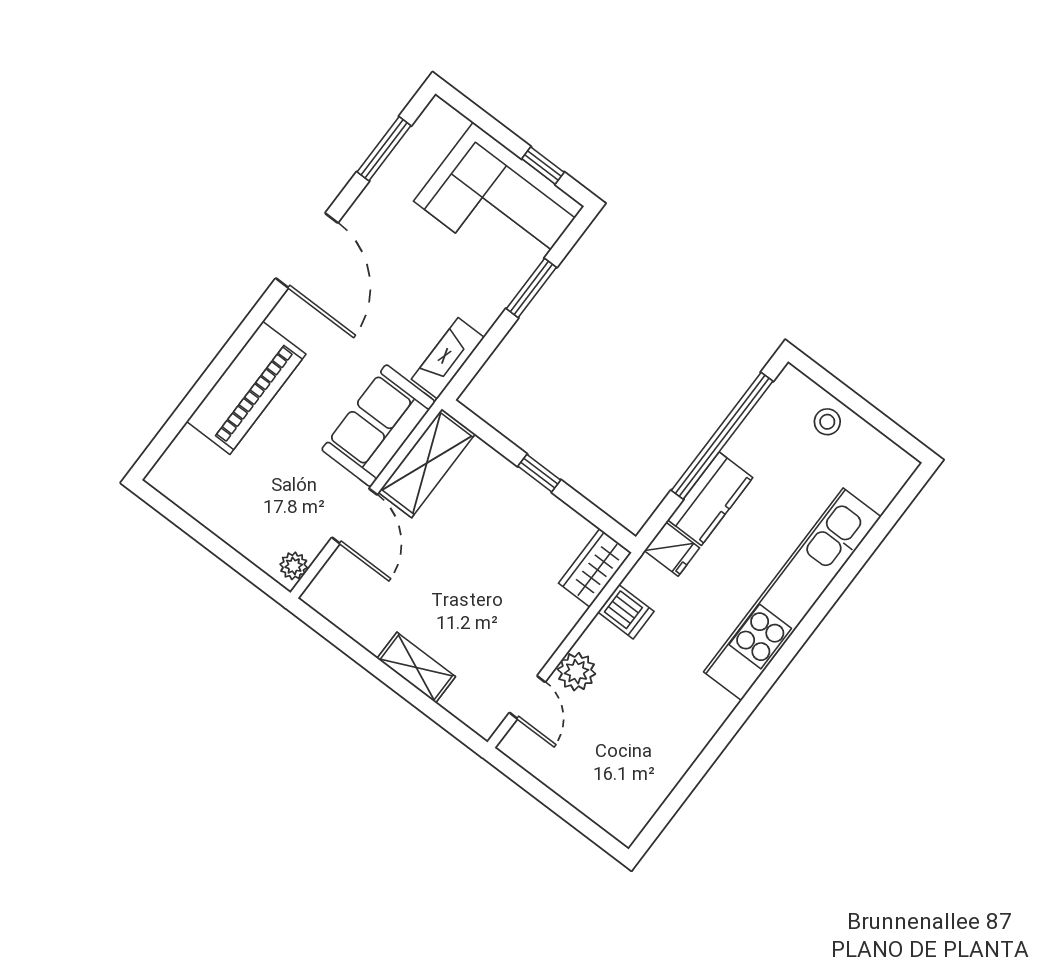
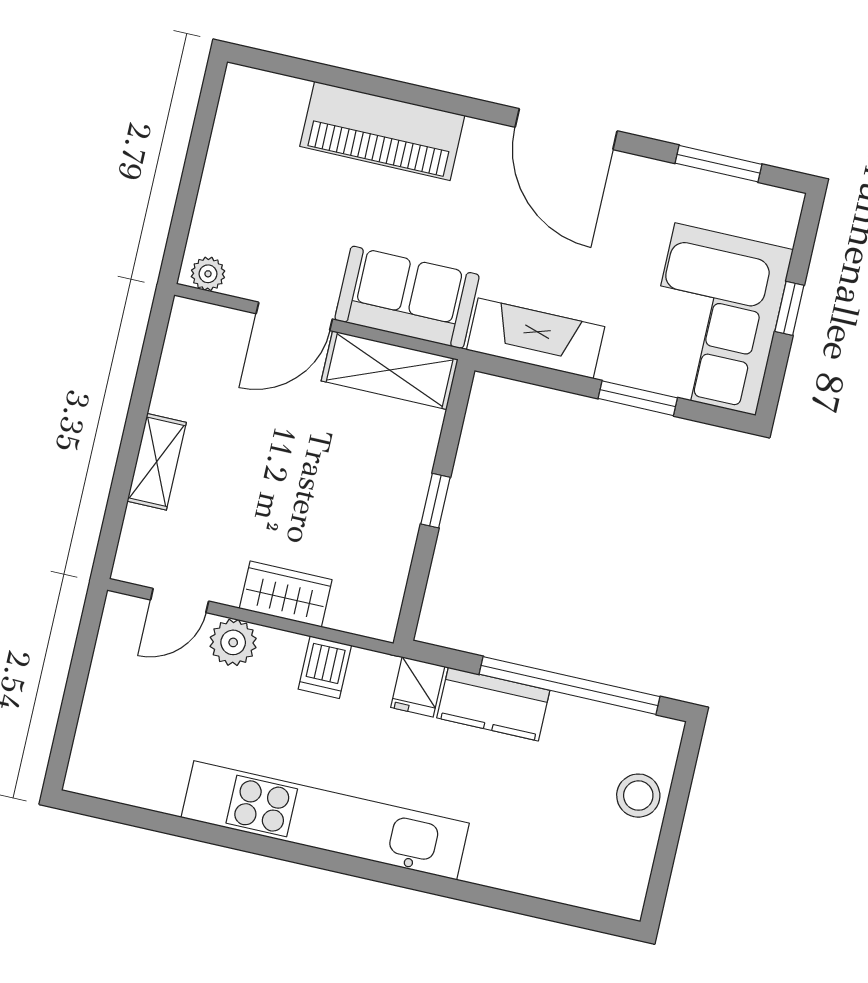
window: (543, 166) -> (789, 308), moved
door: (307, 250) -> (566, 129), hinge flipped
fireplace: (448, 358) -> (536, 338), width x1.37, depth x1.32
stool: (827, 422) -> (638, 796), width x1.37, depth x1.37
wardrobe: (595, 568) -> (286, 594), moved
kitchen unit: (792, 594) -> (325, 820), moved

